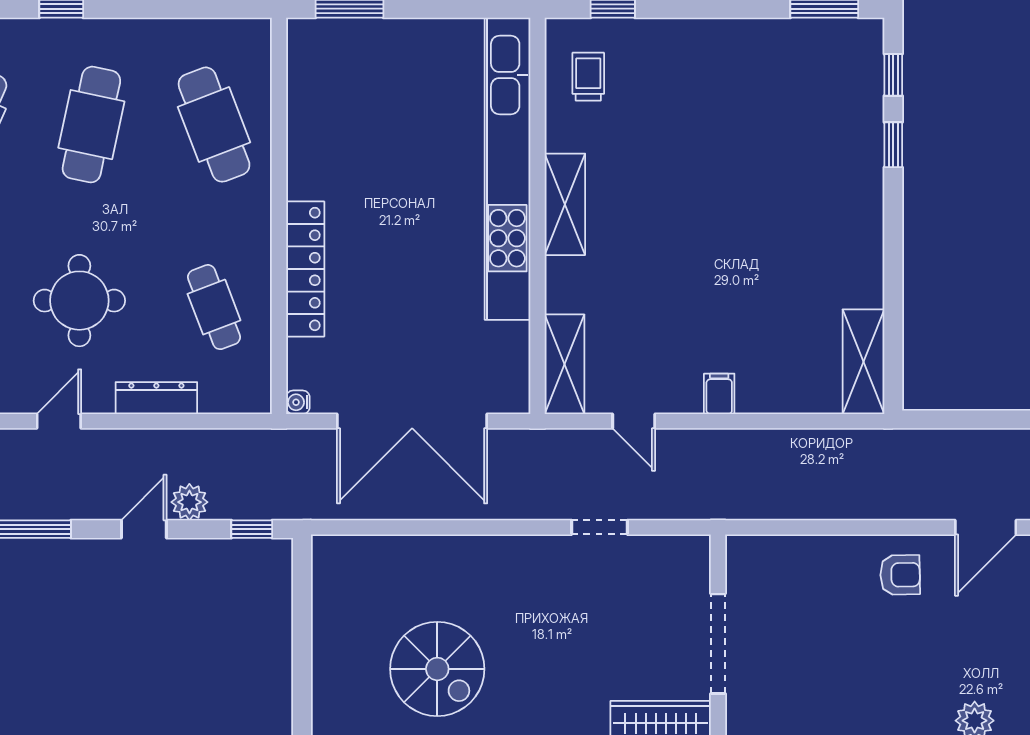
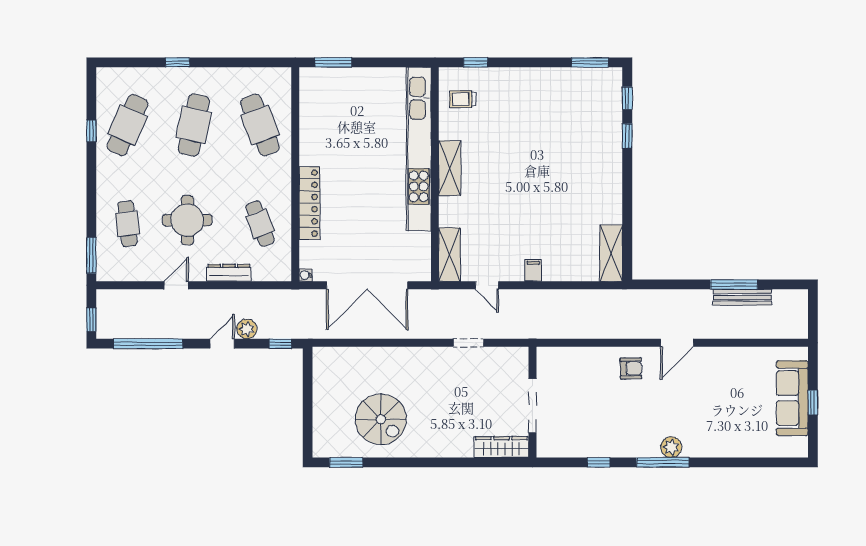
trolley: (588, 77) -> (462, 99), turned -90

